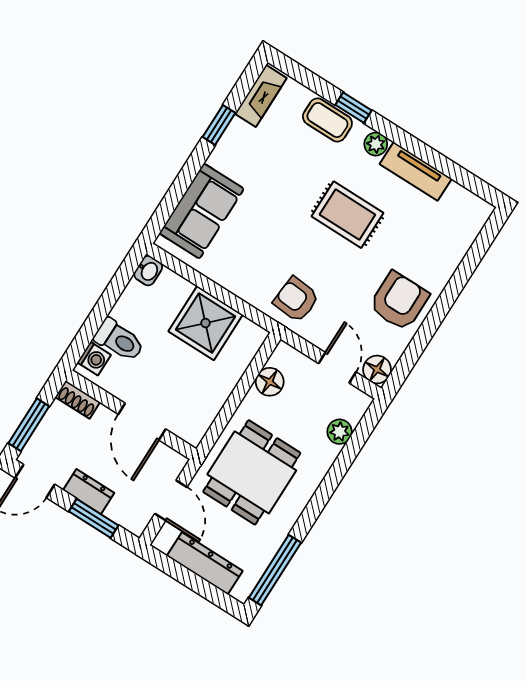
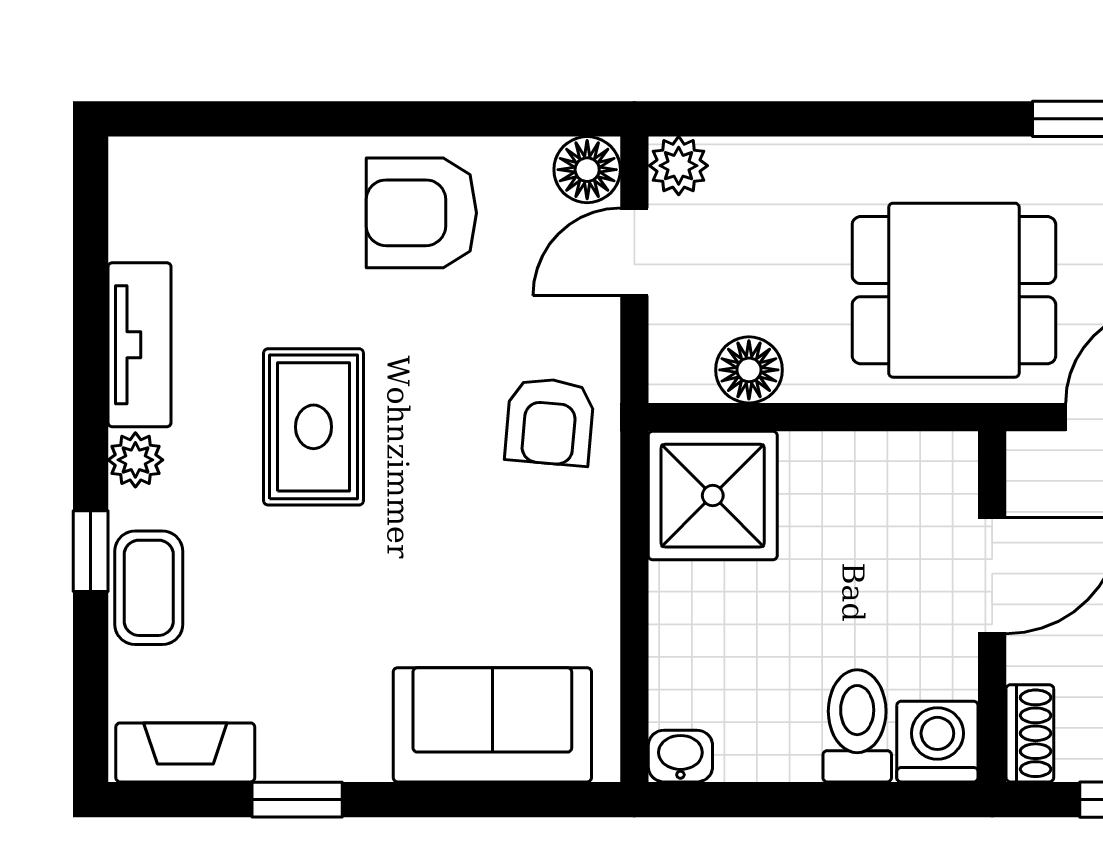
shower: (205, 323) -> (713, 496), moved
washing machine: (94, 359) -> (937, 742), width x1.38, depth x1.38
plant: (340, 432) -> (679, 166), moved

